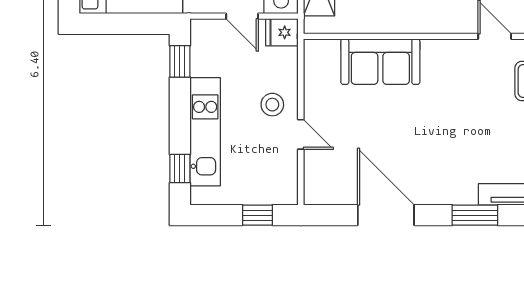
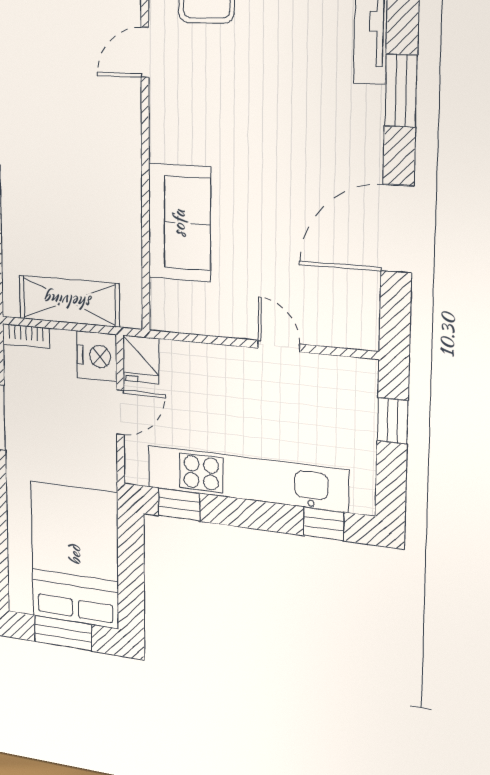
stool: (272, 105) -> (237, 383), removed
kitchen unit: (205, 132) -> (247, 478), width x1.36
door: (301, 134) -> (279, 346), hinge flipped

